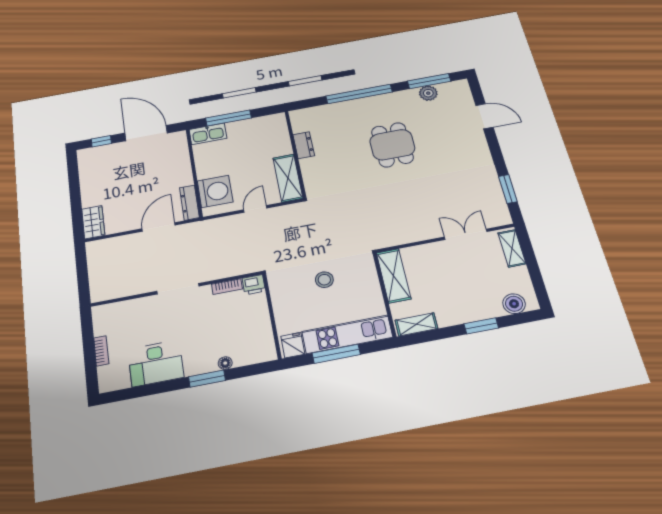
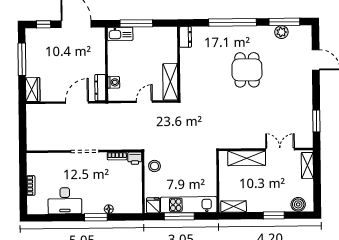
dresser: (304, 145) -> (185, 37), moved
window: (75, 188) -> (22, 59), added
washing machine: (215, 191) -> (114, 82), width x0.53, depth x0.53
shelving: (394, 276) -> (247, 158), moved, turned 90
stool: (324, 280) -> (155, 166), moved

